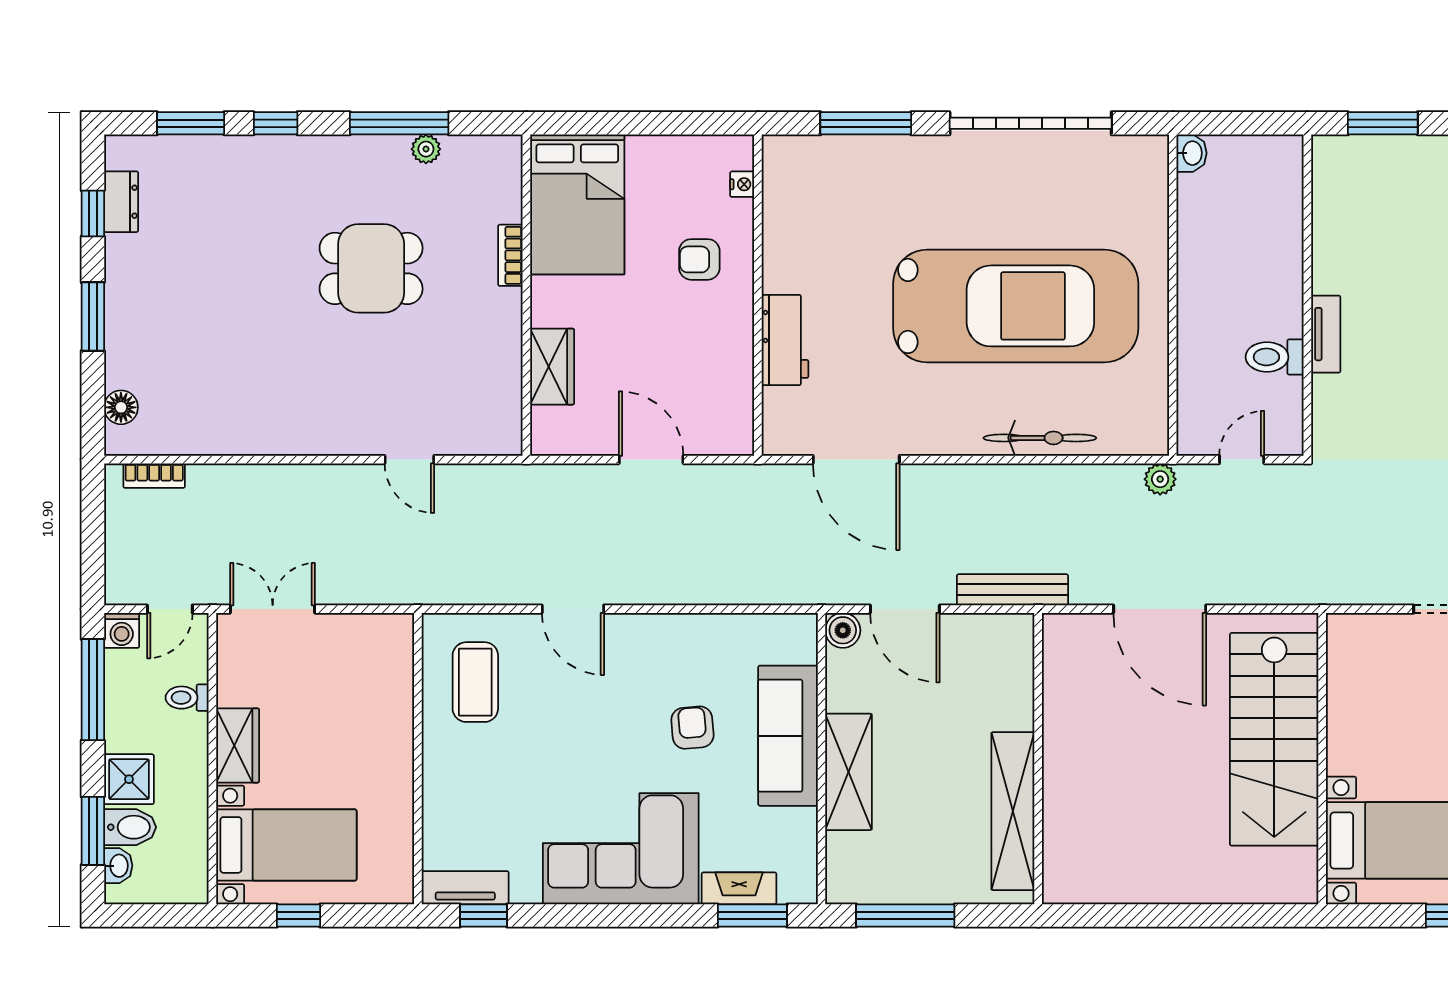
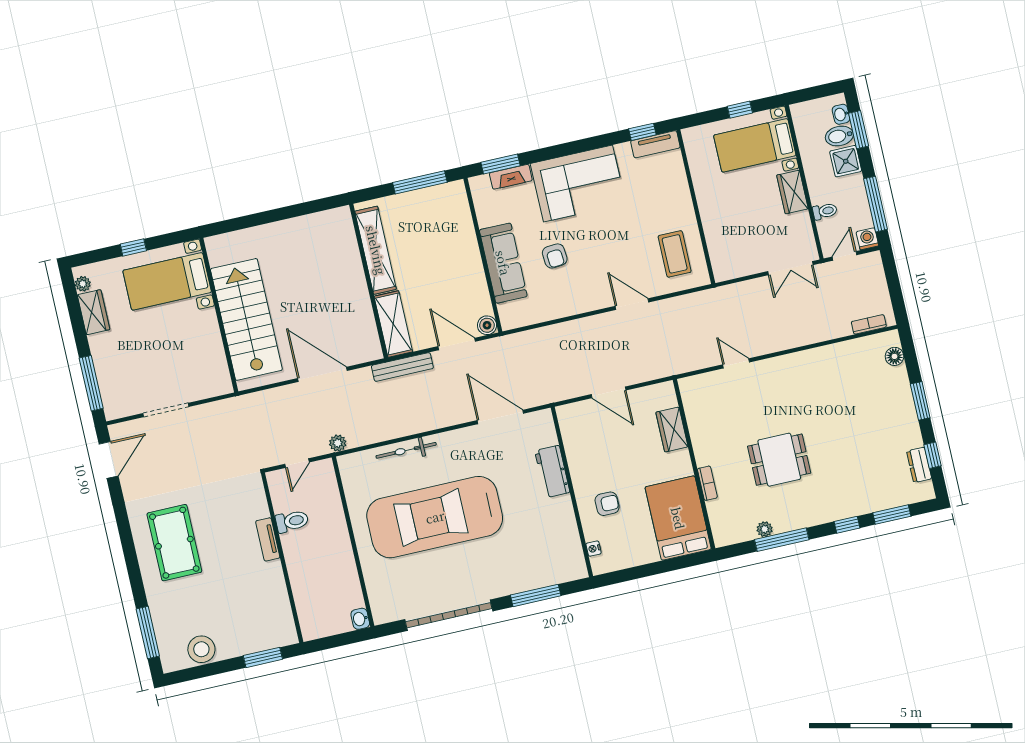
shelving: (848, 772) -> (393, 324), moved

